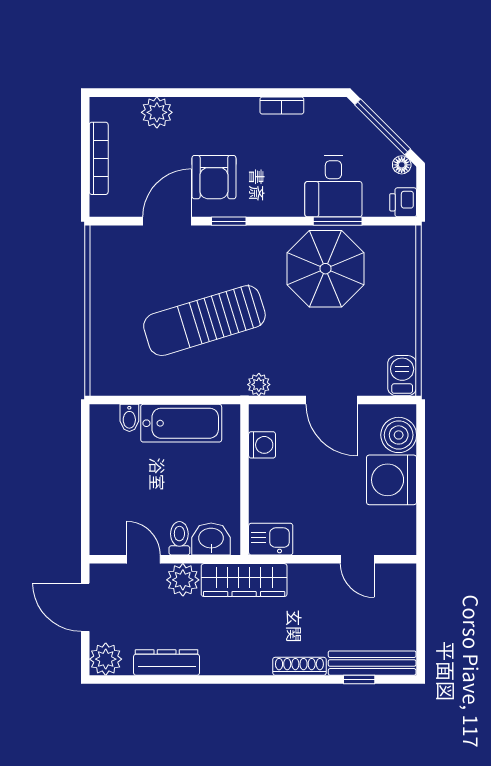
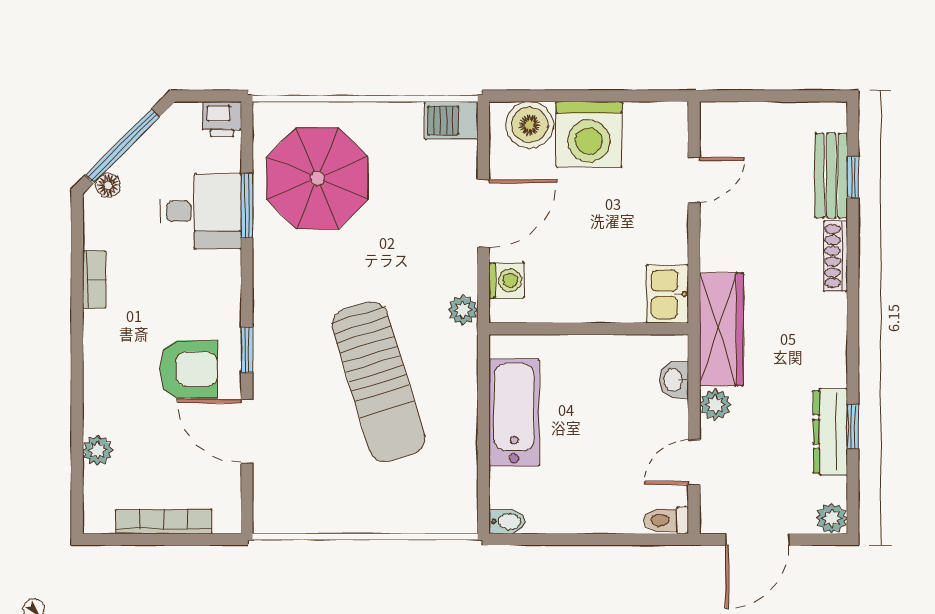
plant: (157, 112) -> (98, 450), width x0.73, depth x0.73
floor lamp: (402, 165) -> (108, 185), moved
parasol: (325, 269) -> (317, 178), moved
bidet: (129, 418) -> (507, 521), moved
washing machine: (262, 445) -> (507, 280), moved, turned 90
toilet: (179, 538) -> (666, 520), moved
washbasin: (211, 539) -> (674, 380), width x0.72, depth x0.69
plant: (183, 580) -> (715, 405), width x0.73, depth x0.73
plant: (106, 659) -> (832, 518), width x0.73, depth x0.73
bench: (372, 663) -> (831, 176), width x0.73
window: (171, 679) -> (853, 426), added

